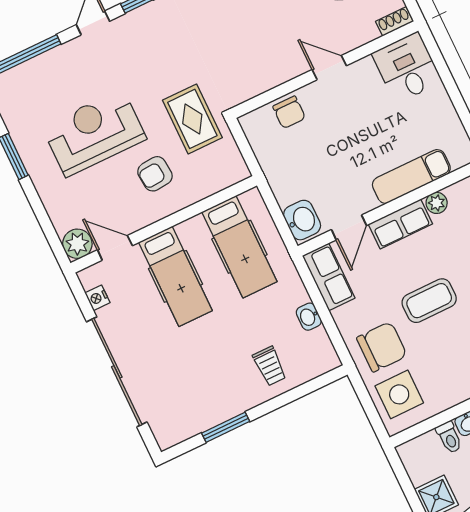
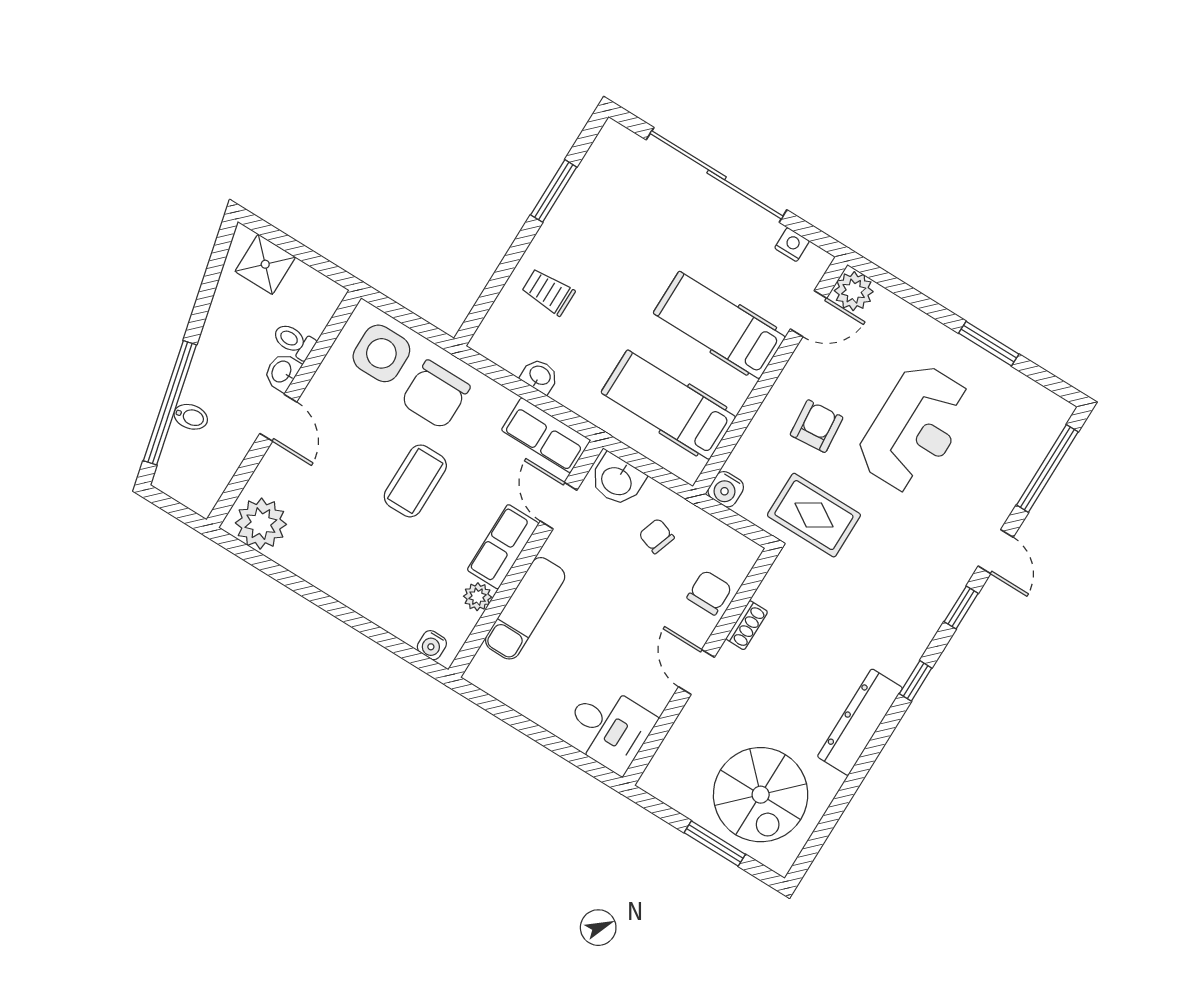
shoe rack: (394, 21) -> (747, 625), moved
door: (329, 68) -> (696, 672), swing flipped
chair: (289, 112) -> (709, 593), turned 90
chair: (300, 169) -> (657, 536), added
water cooler: (237, 171) -> (726, 489), added

